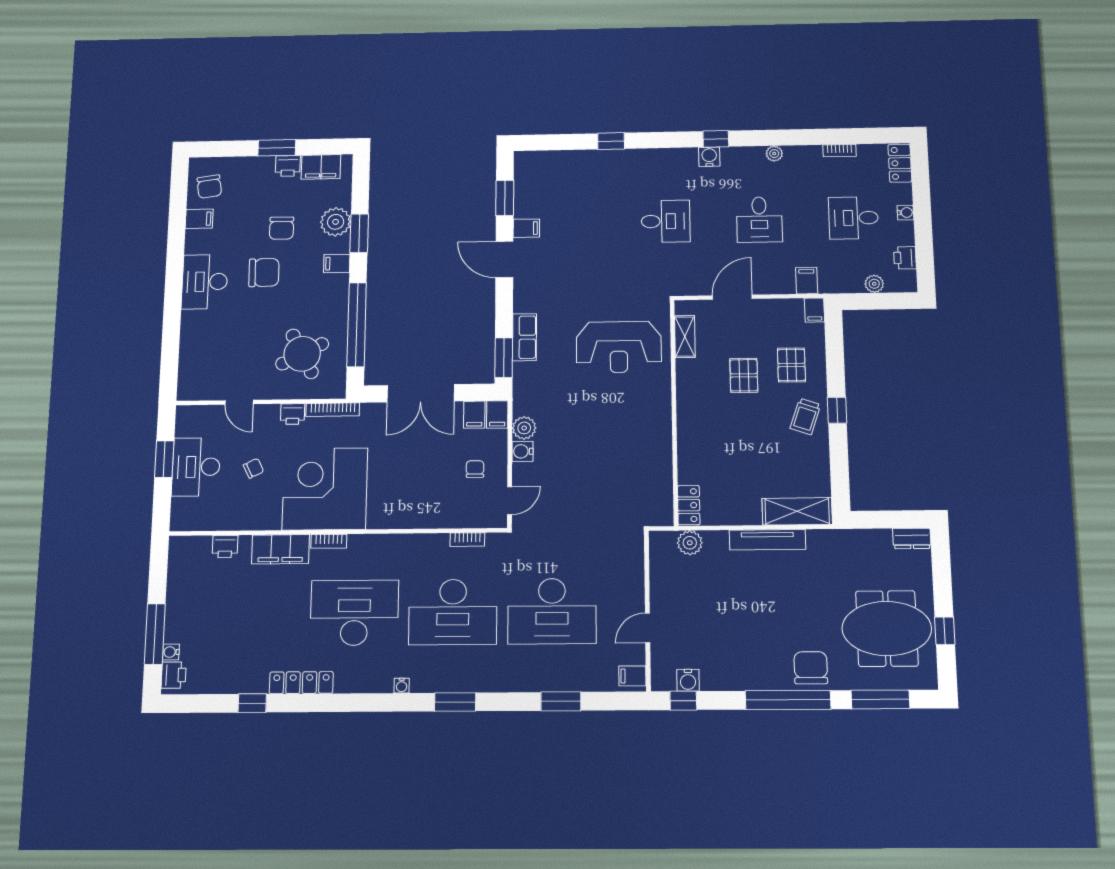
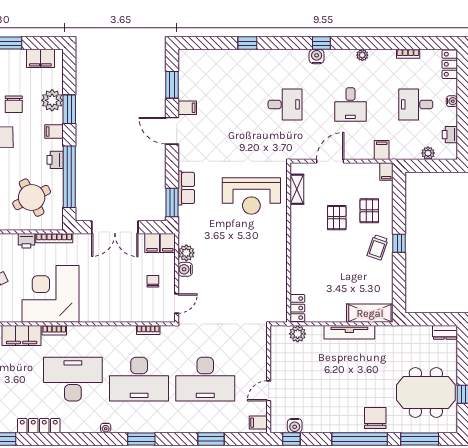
printer: (288, 166) -> (55, 160), moved, turned 90

